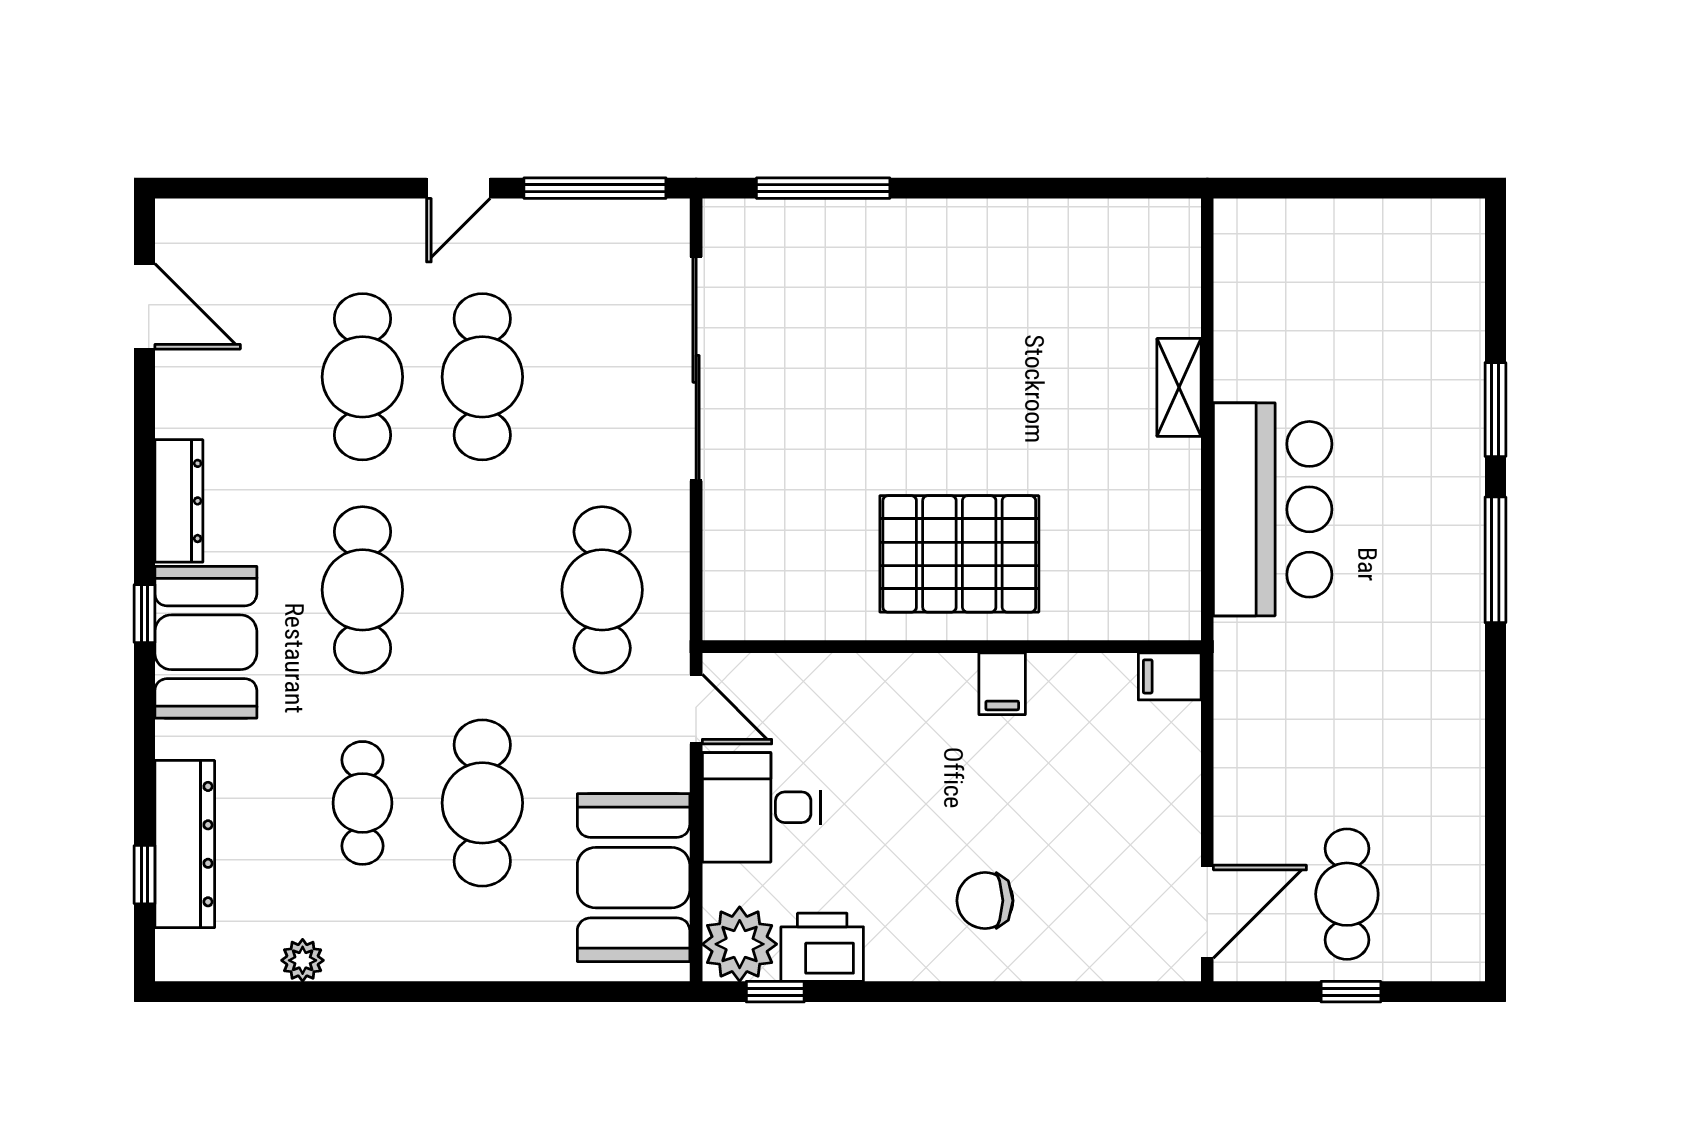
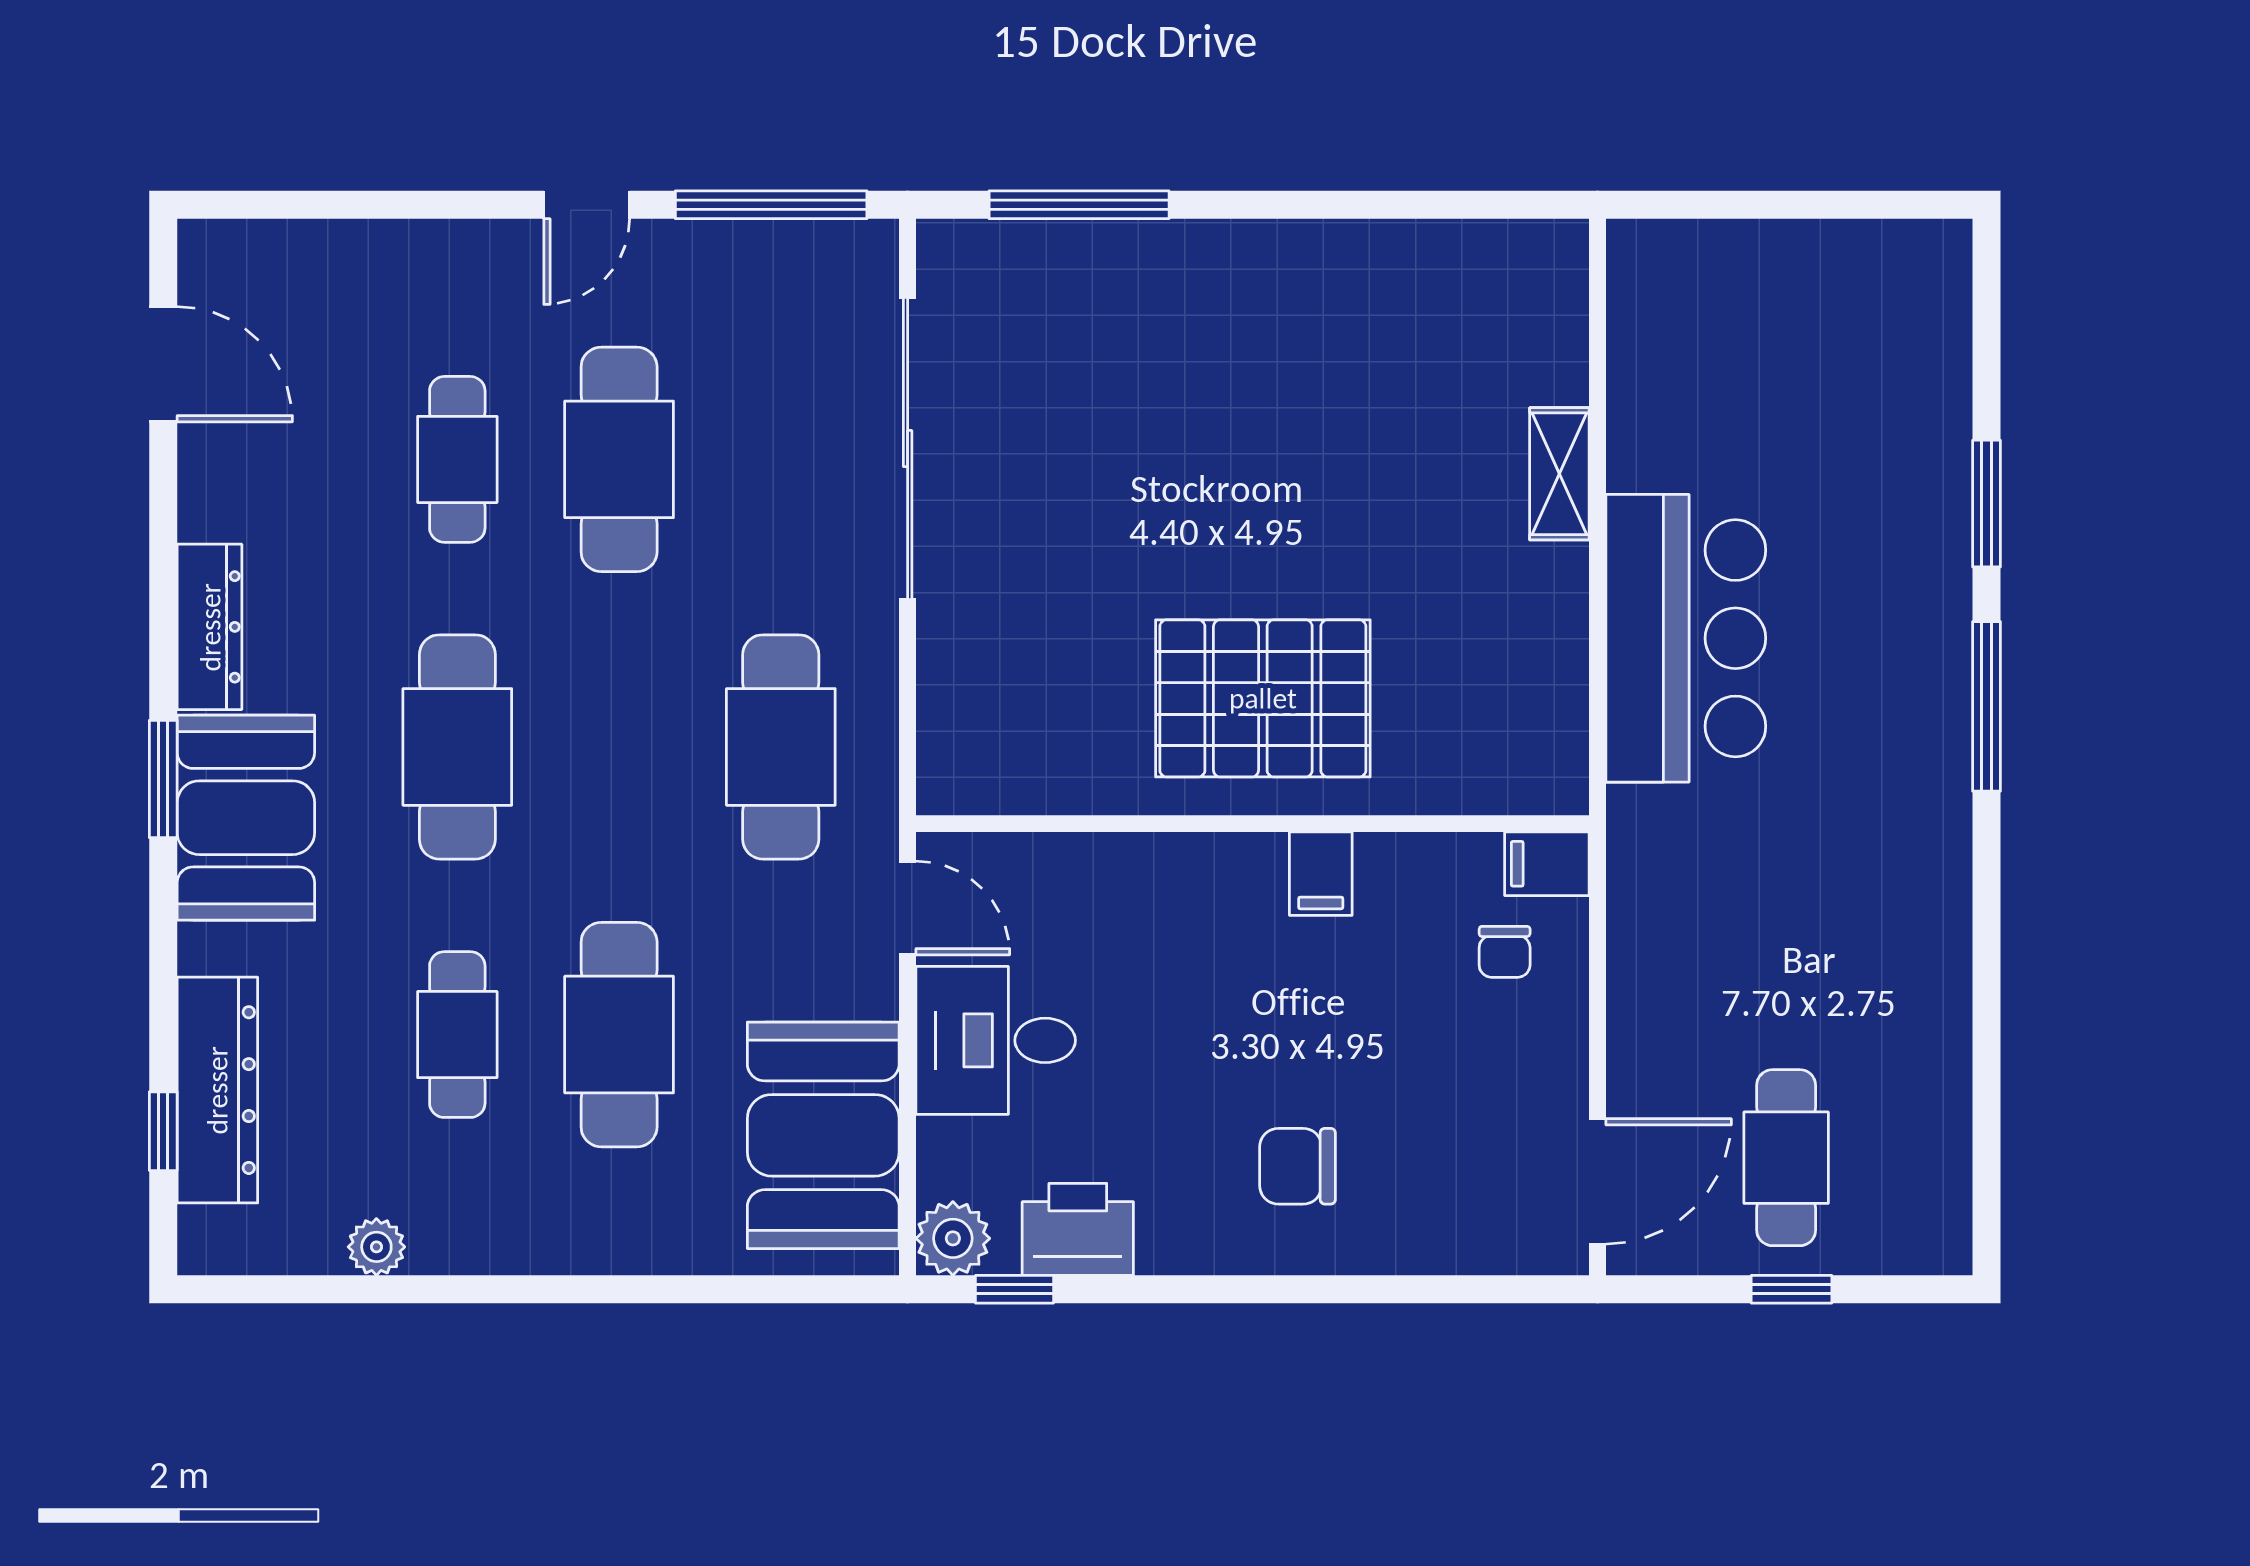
cafe table: (362, 377) -> (457, 459), width x0.73, depth x0.74
window: (145, 614) -> (163, 779), width x1.50
chair: (1138, 742) -> (1505, 952), added
plant: (740, 944) -> (953, 1238), width x0.73, depth x0.73

